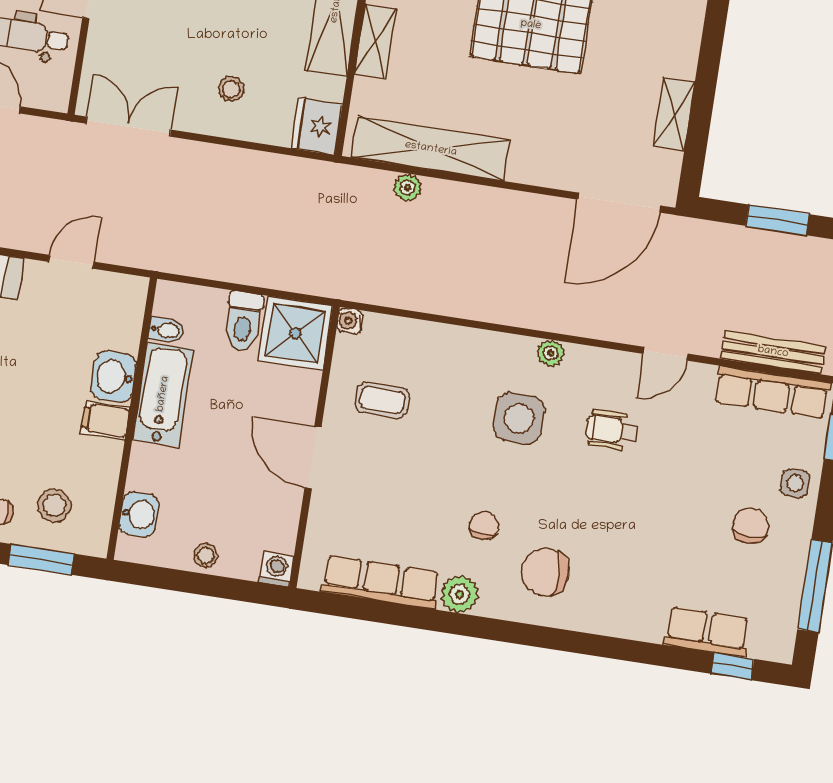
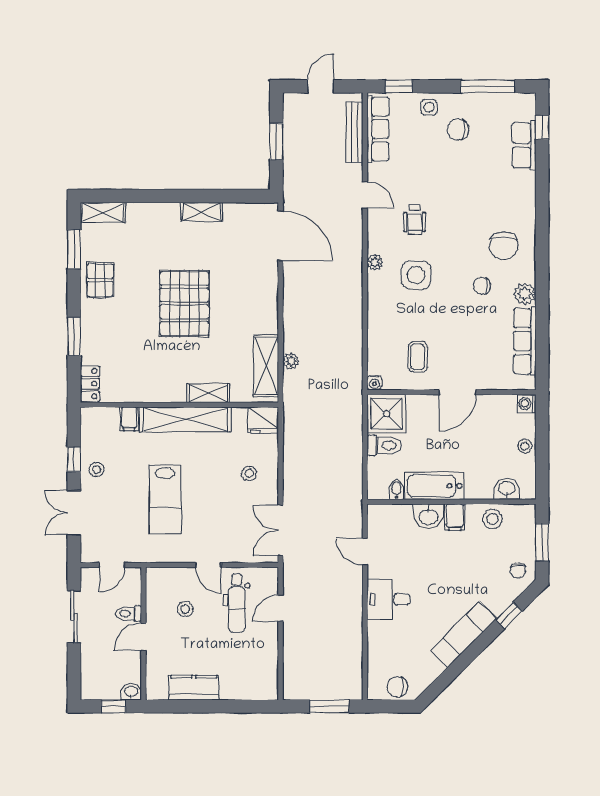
shelving: (674, 114) -> (202, 212), moved
shelving: (431, 149) -> (266, 366), width x0.68
stool: (54, 505) -> (492, 519), moved

